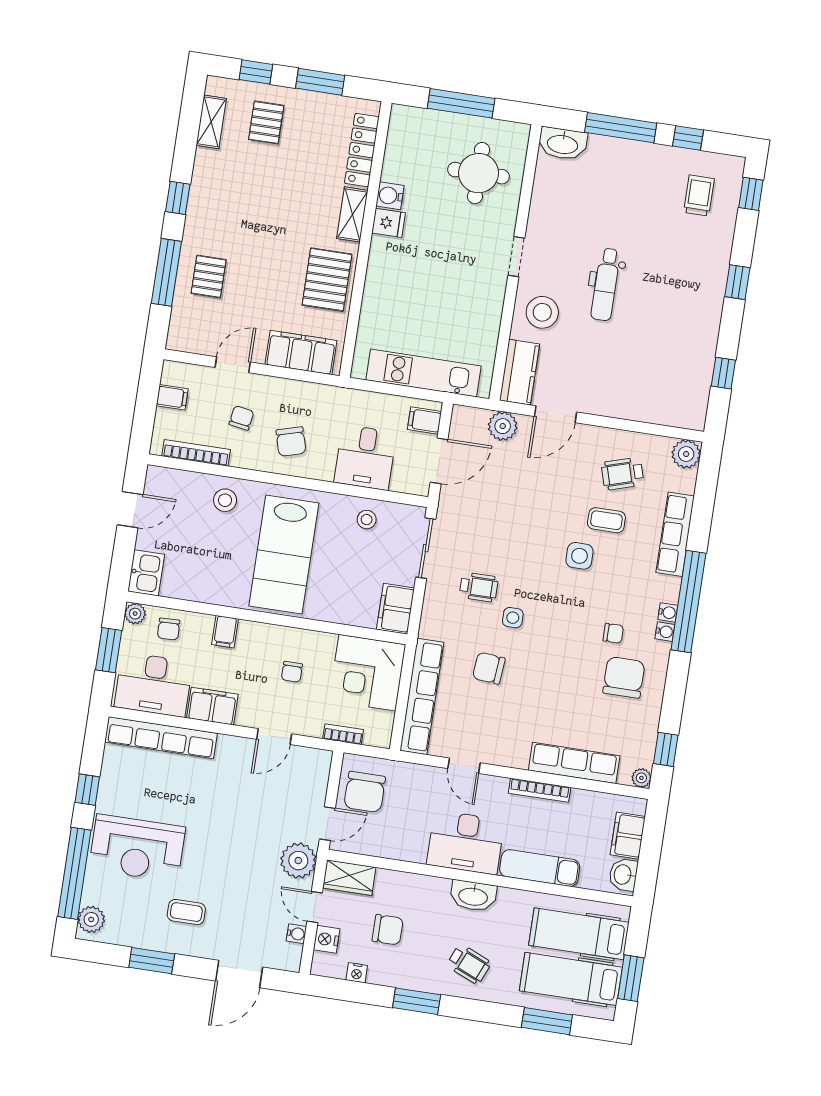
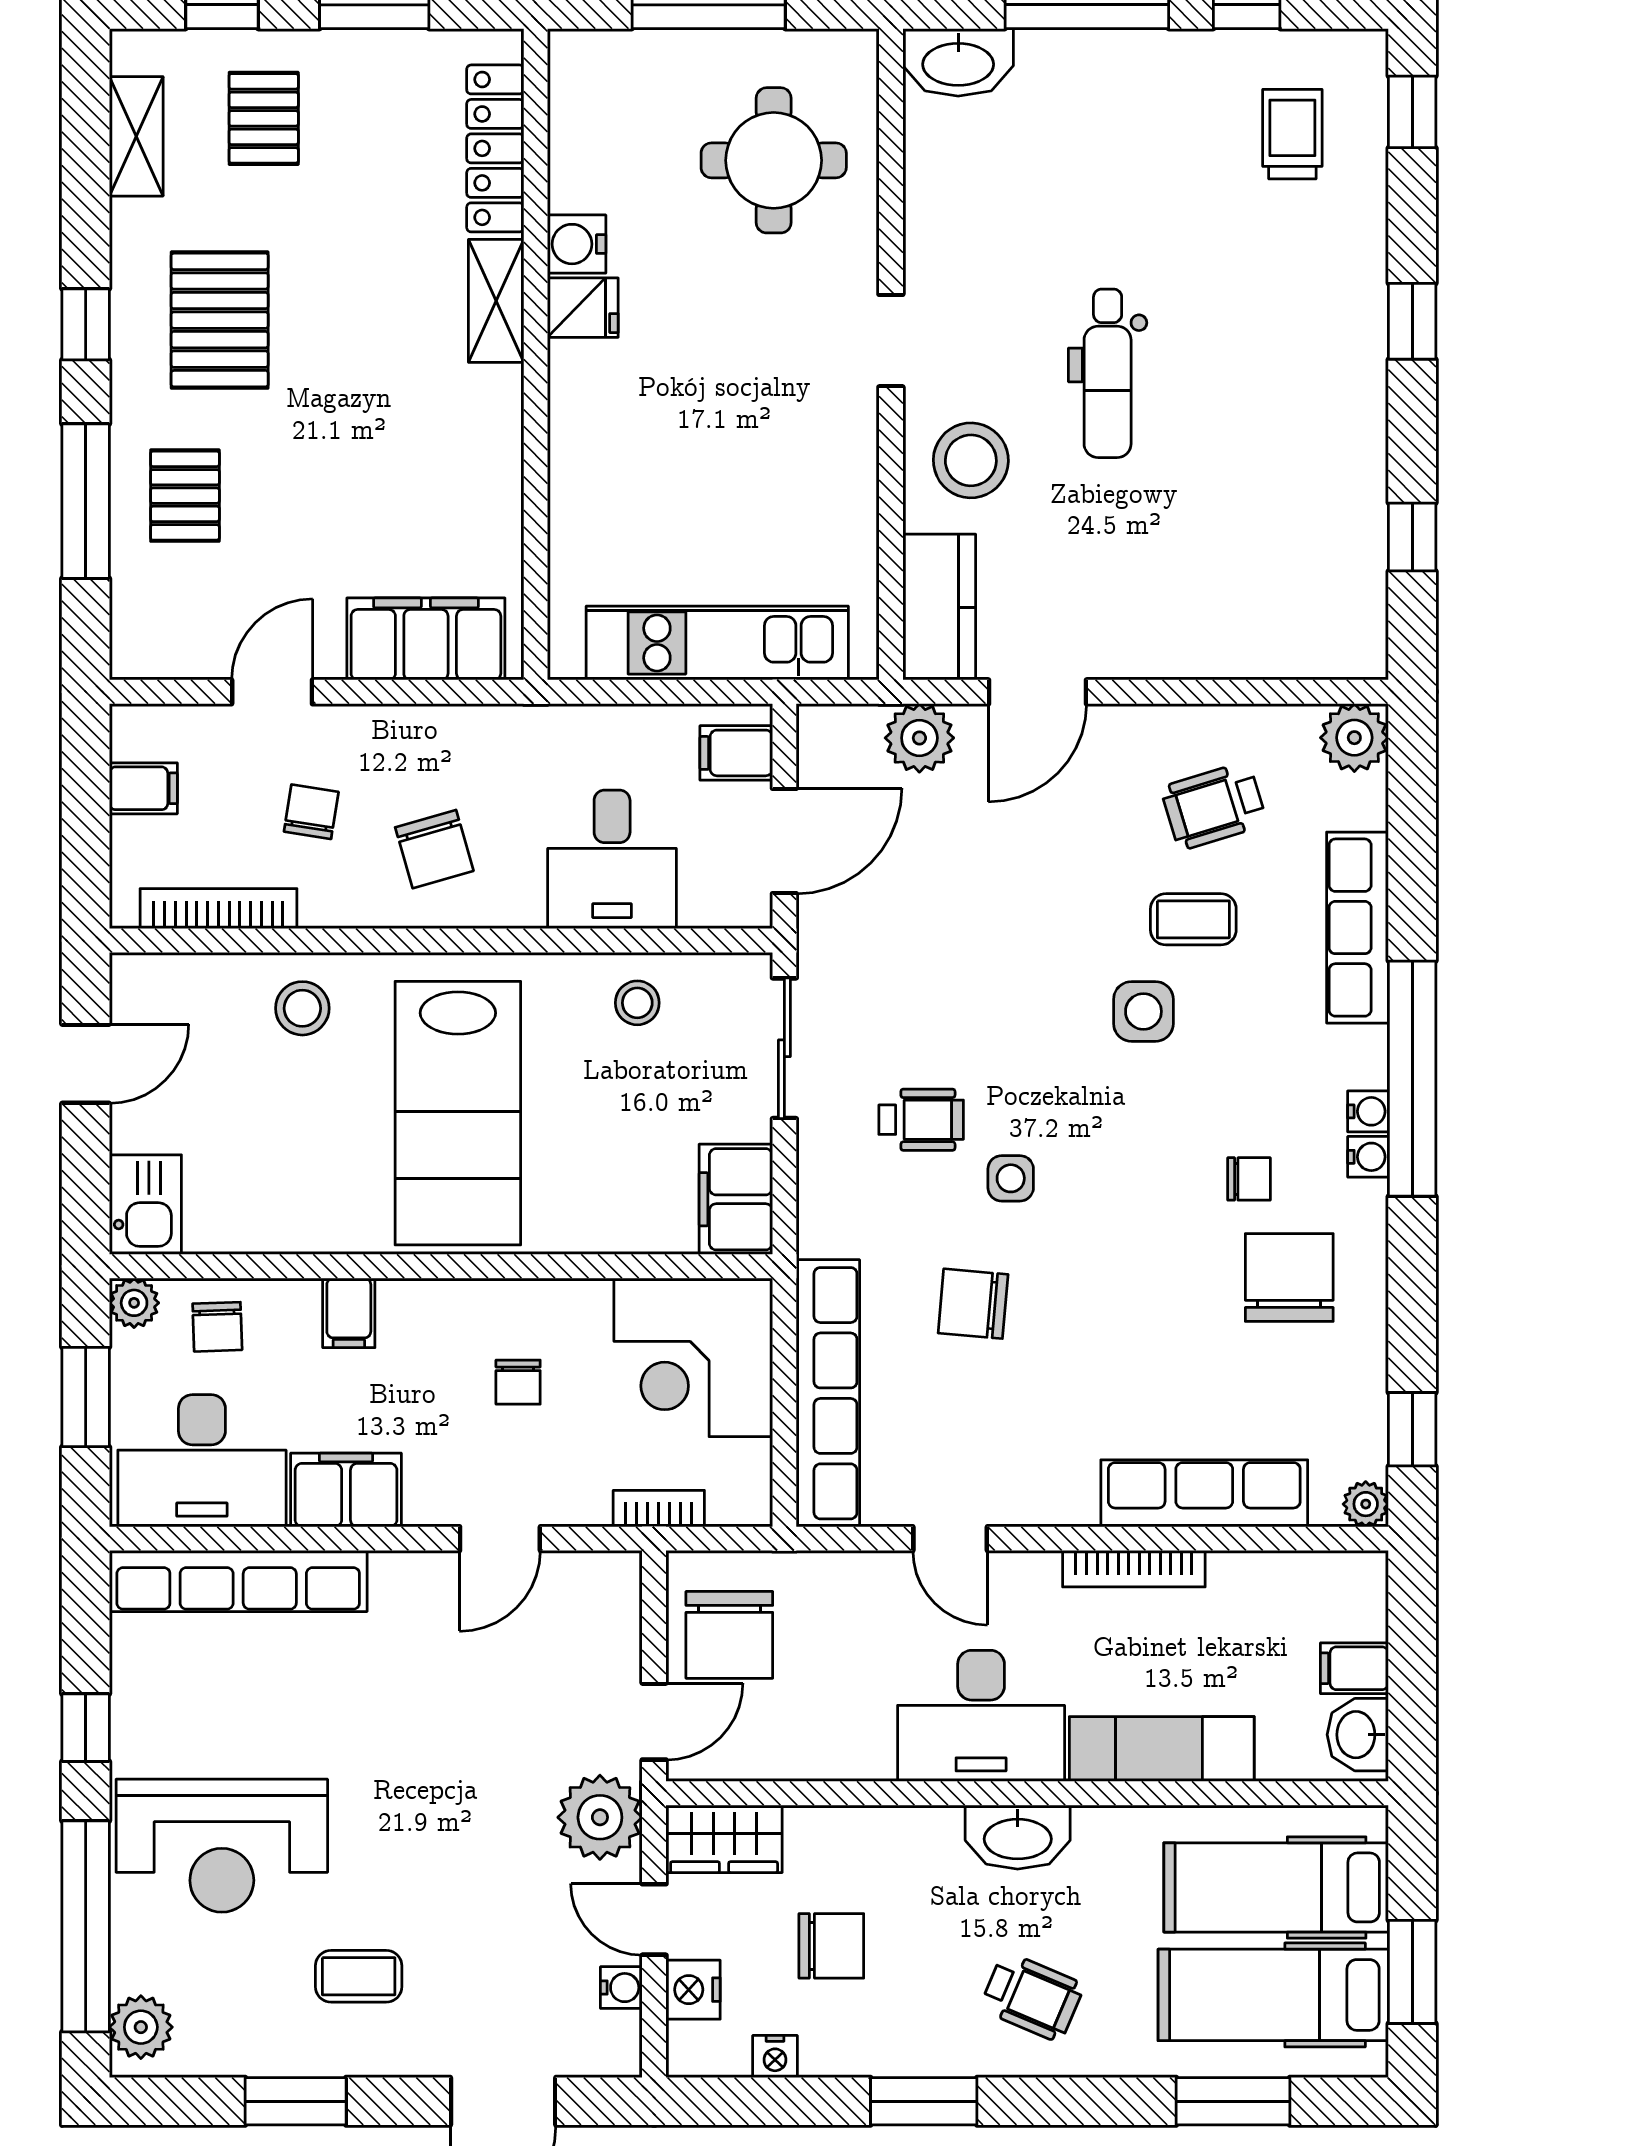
pallet: (327, 280) -> (220, 320), moved
filing cabinet: (628, 836) -> (1354, 1668), width x0.50

